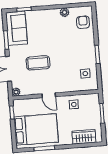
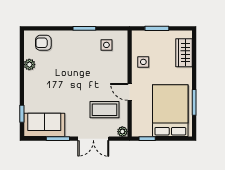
coffee table: (38, 63) -> (105, 110), moved, turned 90
door: (49, 95) -> (130, 92), swing flipped

